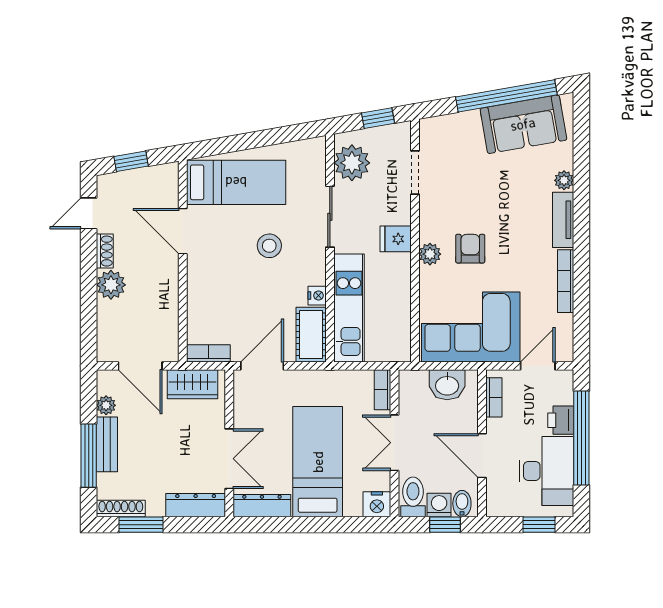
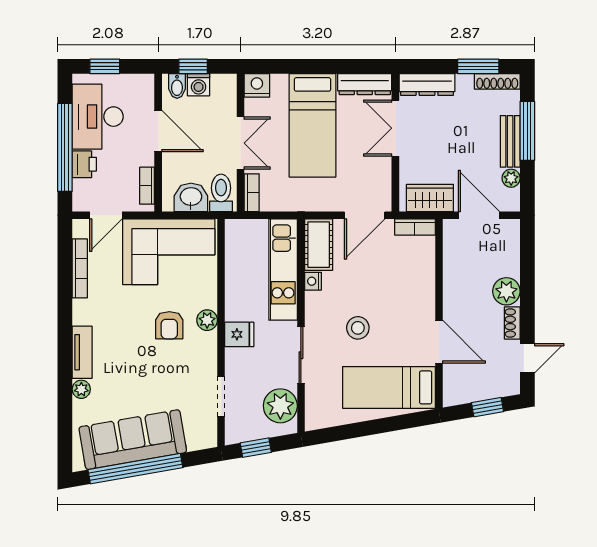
sofa: (523, 124) -> (133, 440), width x1.36
bookcase: (566, 281) -> (80, 268), moved
toilet: (413, 497) -> (221, 193), moved, turned 180

